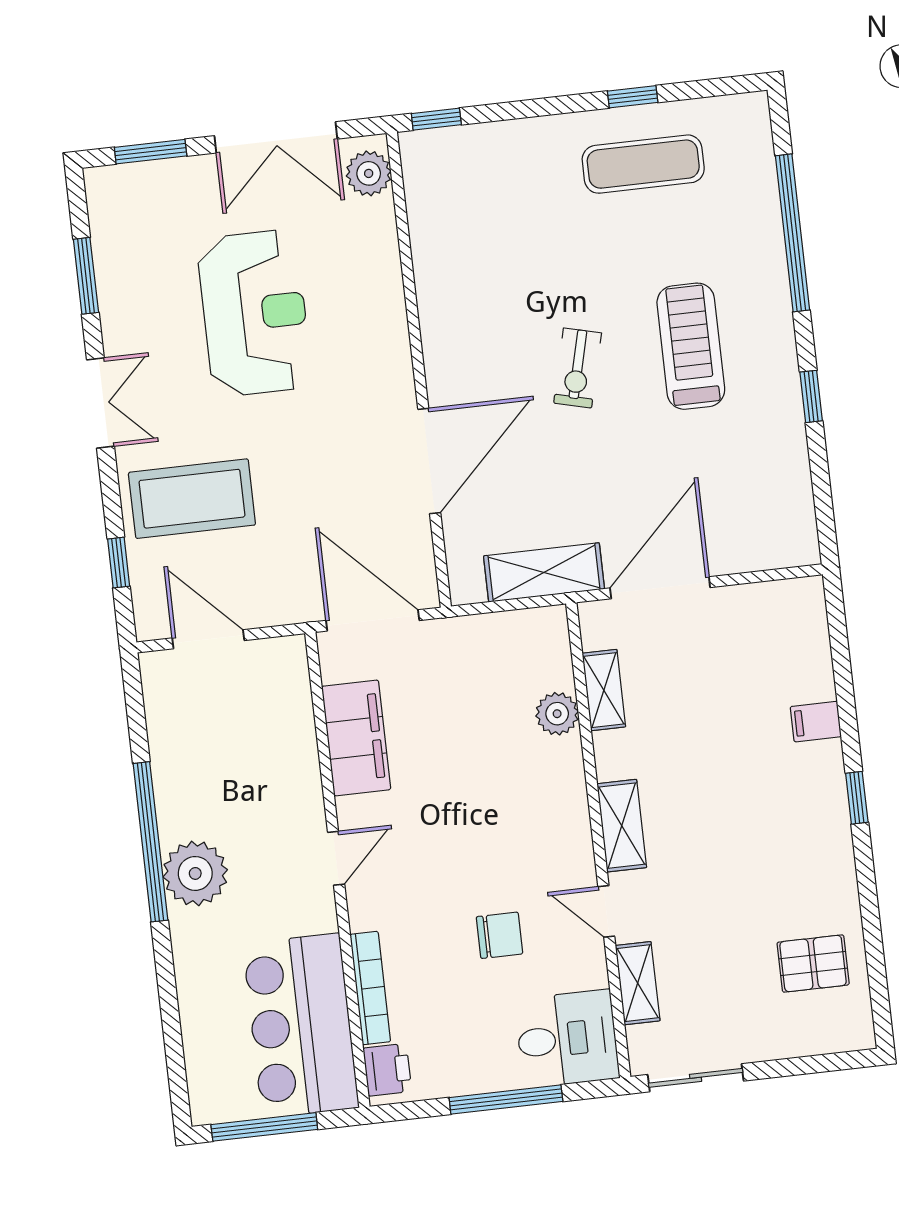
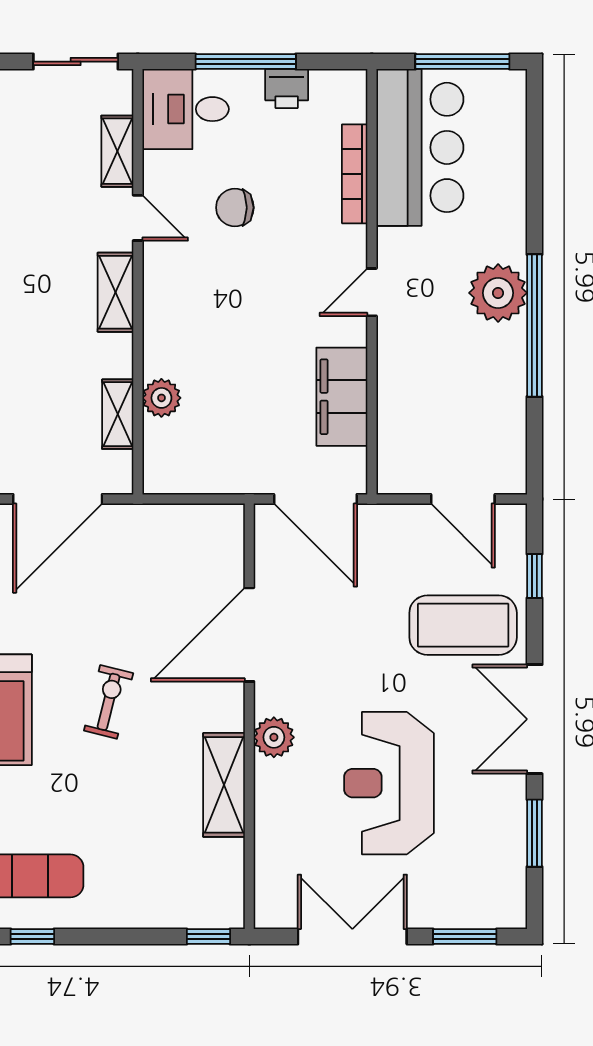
plant: (369, 173) -> (274, 737), moved
double door: (100, 403) -> (534, 719), width x1.37
shelving: (544, 572) -> (224, 785), moved, turned 90
printer: (387, 1070) -> (287, 89), moved, turned -90

